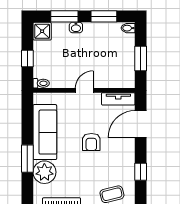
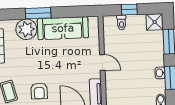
washbasin: (76, 27) -> (160, 73), moved
toilet: (41, 83) -> (121, 22), moved
armchair: (91, 142) -> (39, 91), moved, turned -90

